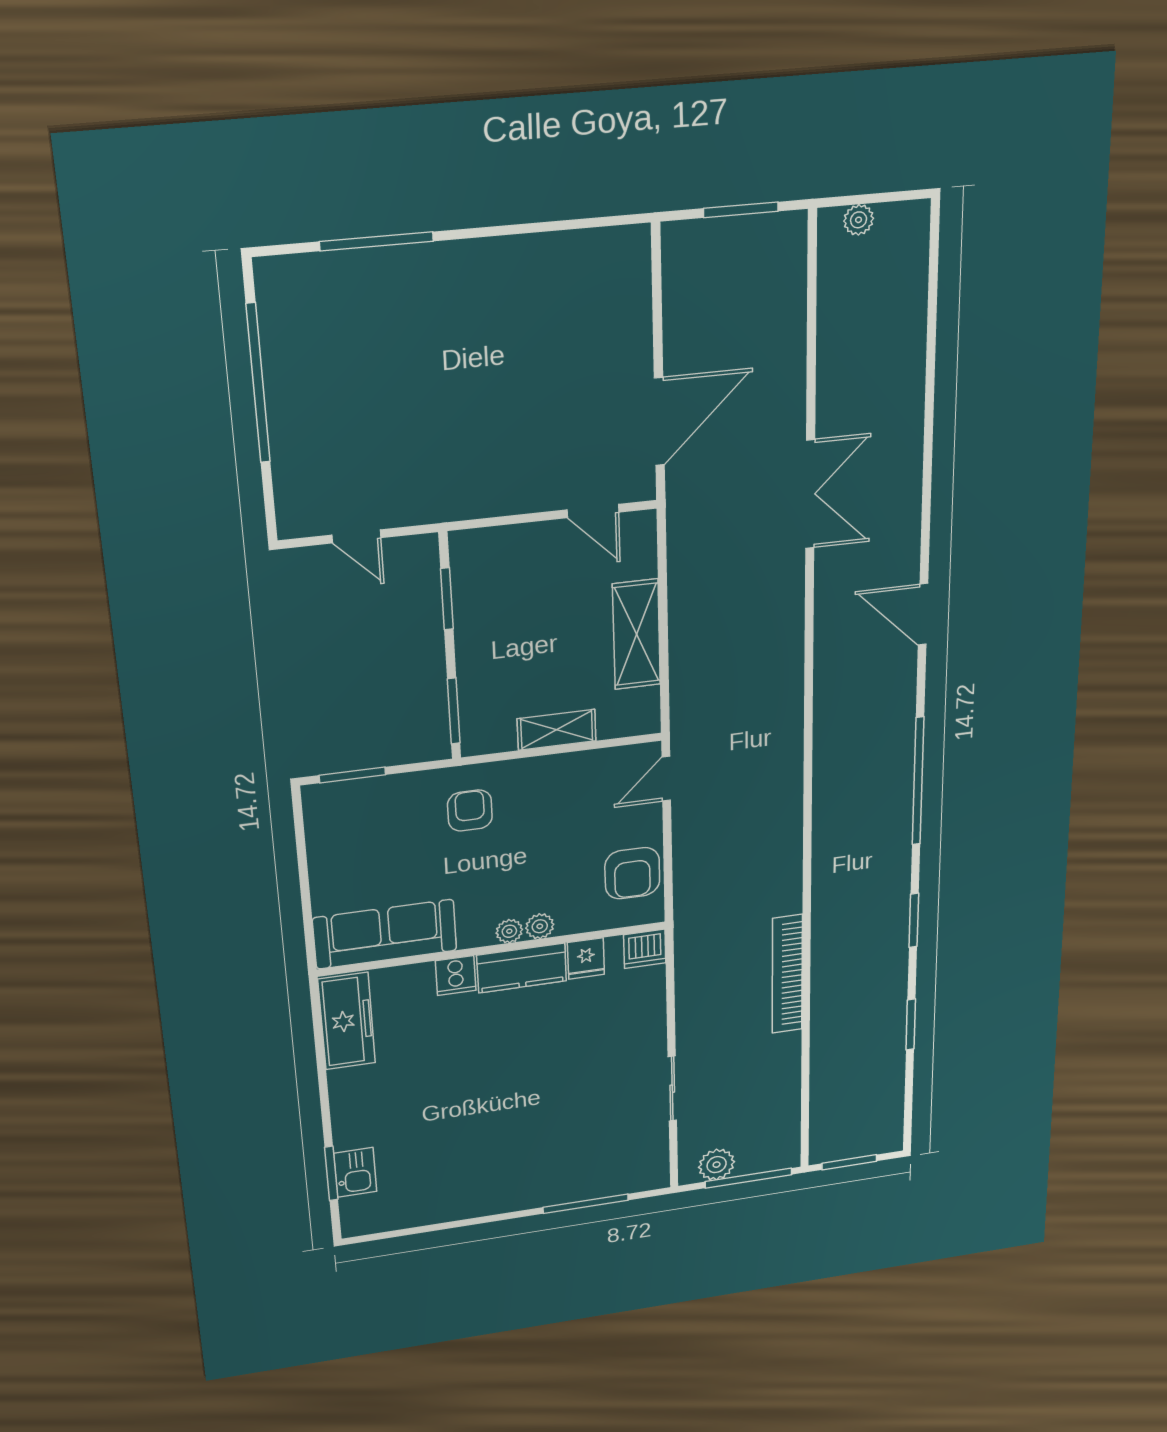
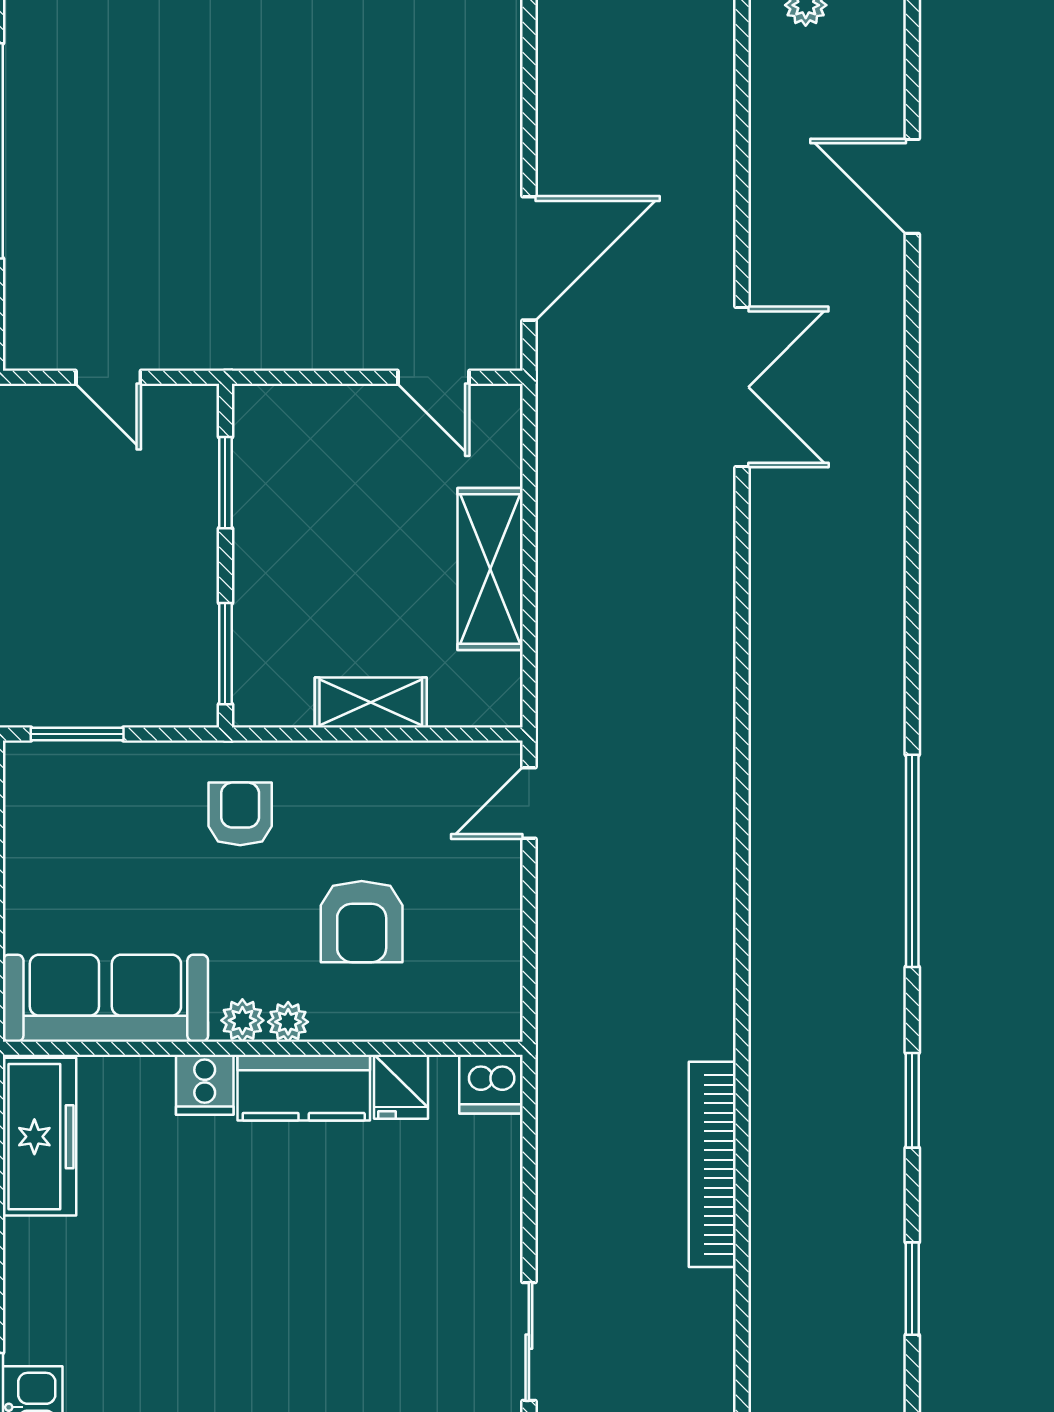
door: (923, 614) -> (912, 186), moved
armchair: (632, 873) -> (362, 922), moved
plant: (540, 926) -> (242, 1020), moved

